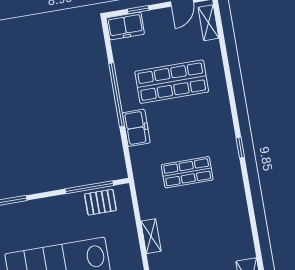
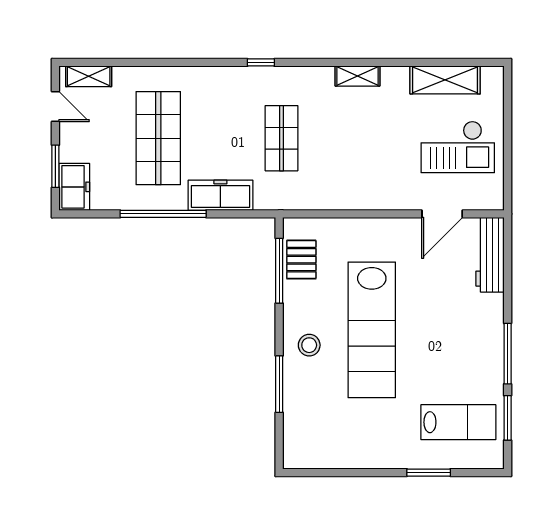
window: (138, 10) -> (55, 166), width x1.50
freezer: (136, 128) -> (220, 195), width x1.40
stool: (38, 219) -> (309, 345), added
shelving: (151, 236) -> (357, 76), moved

